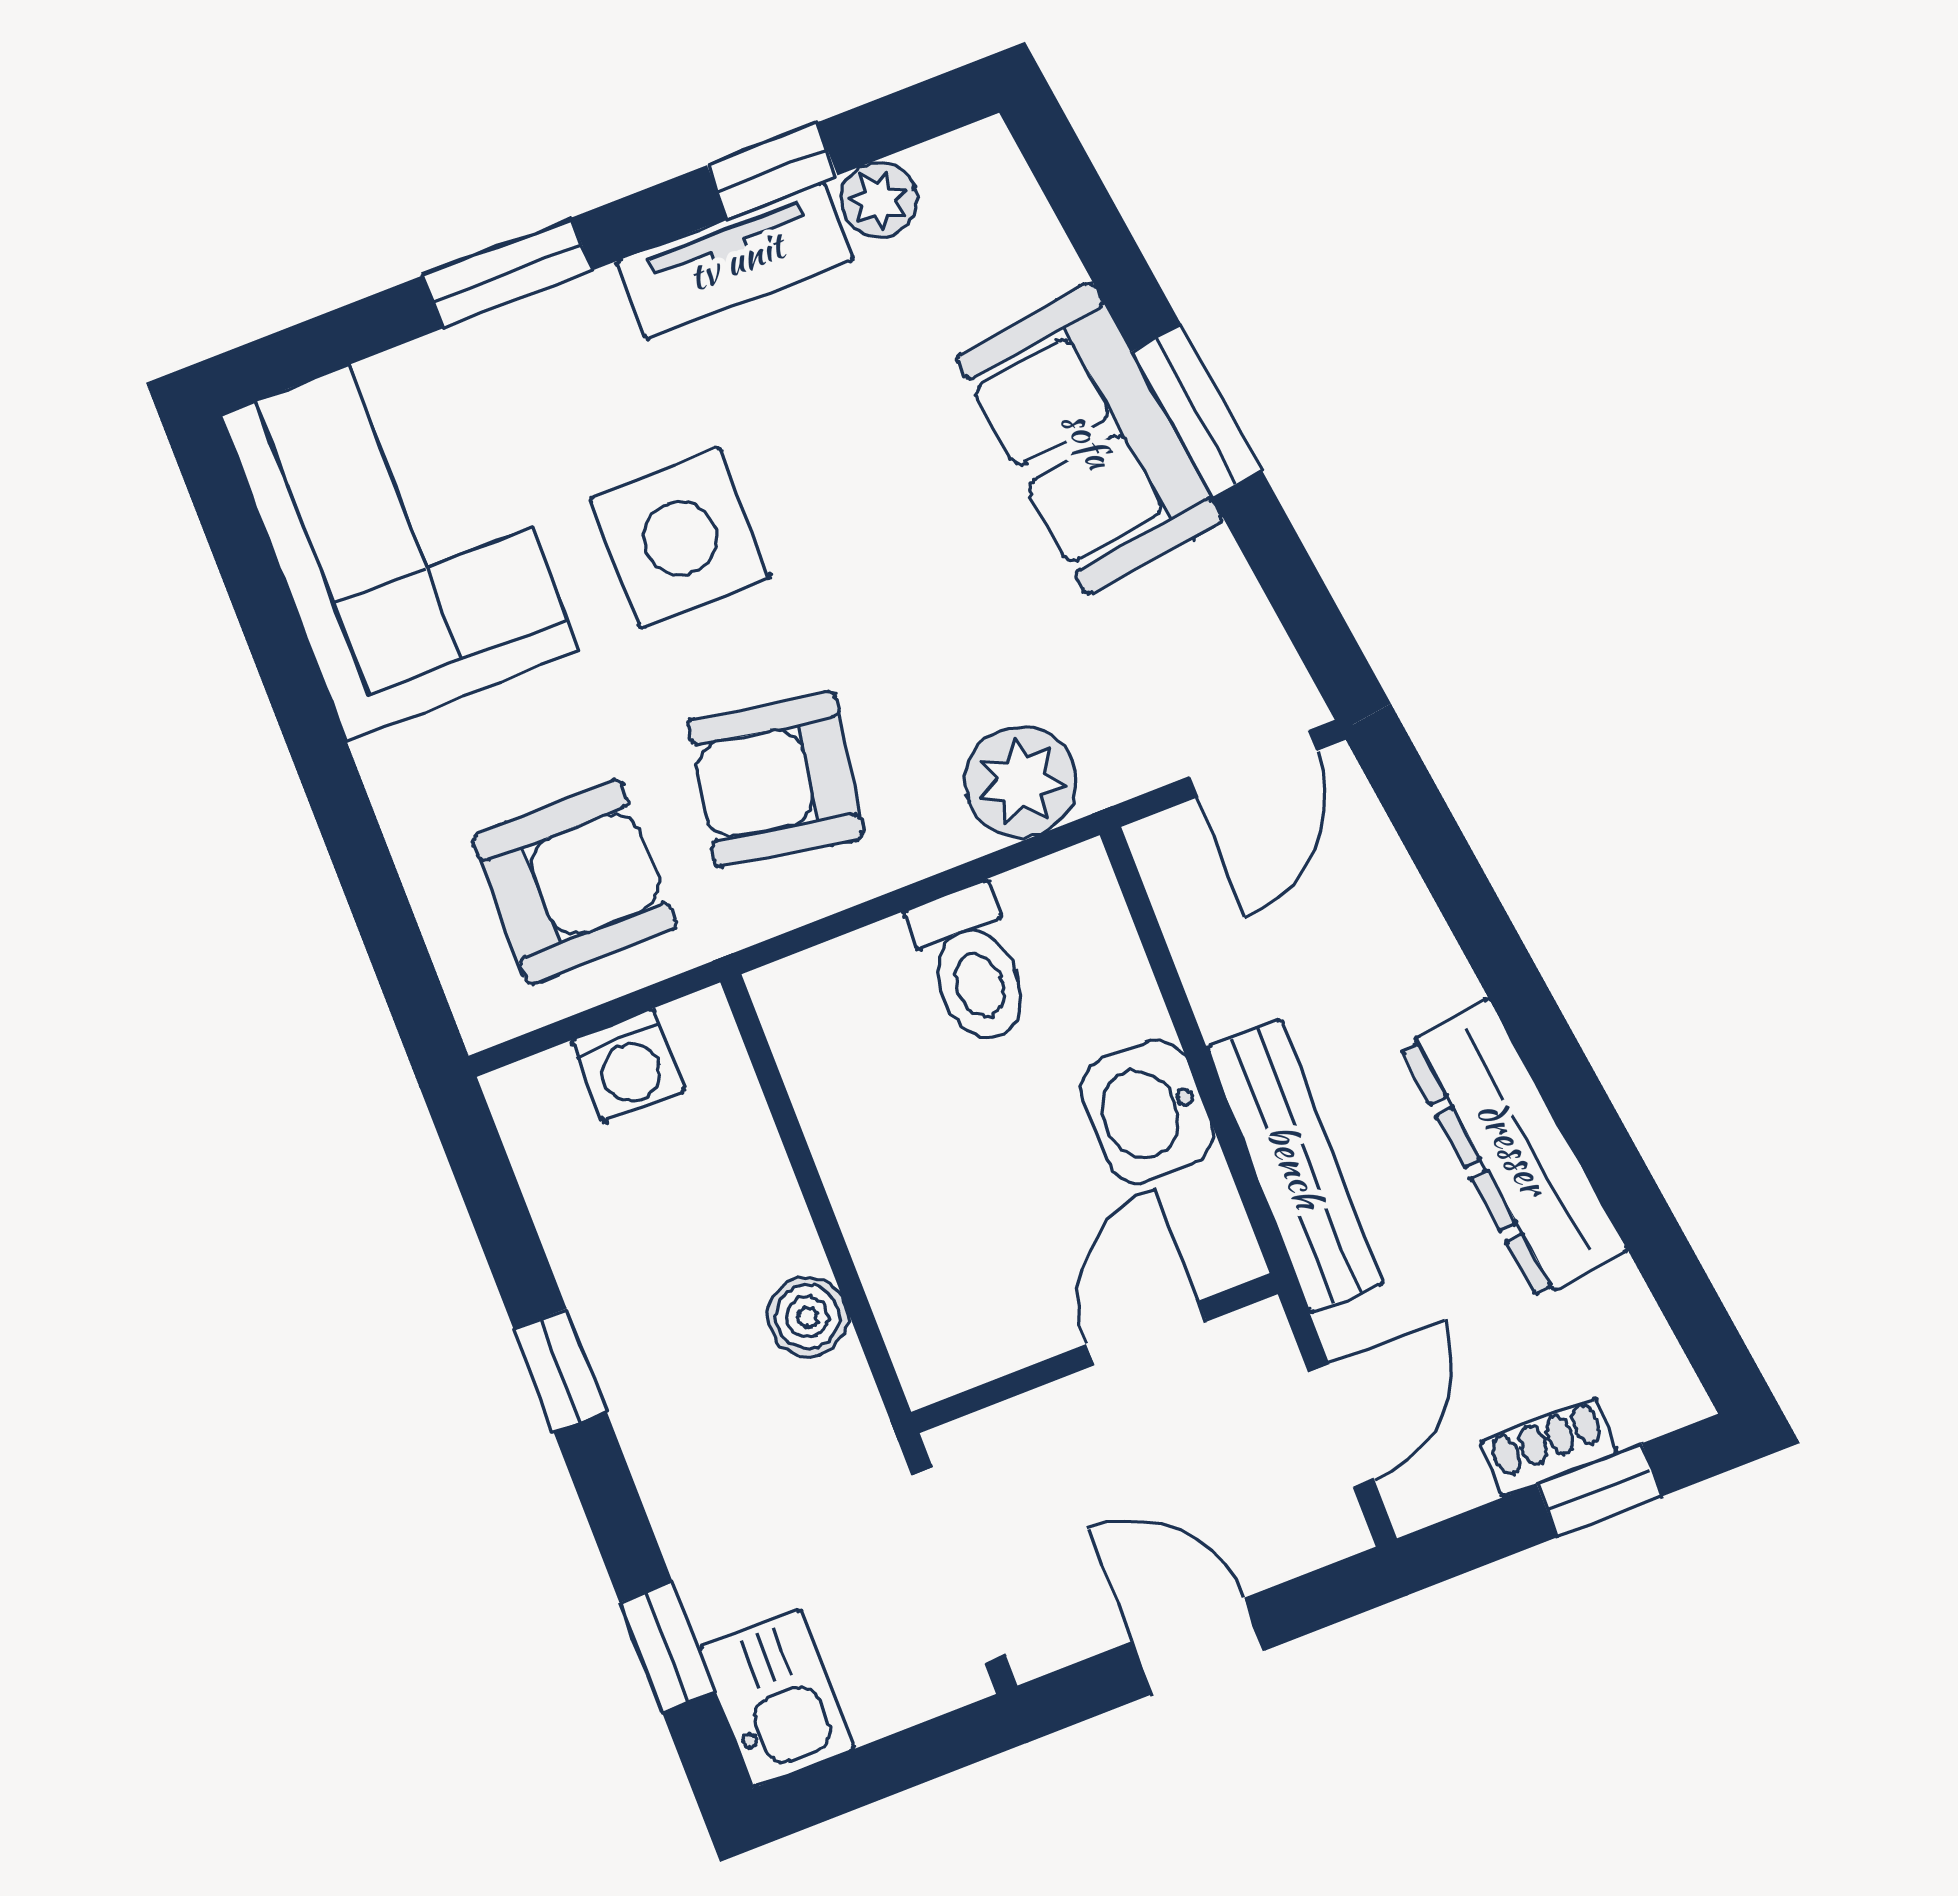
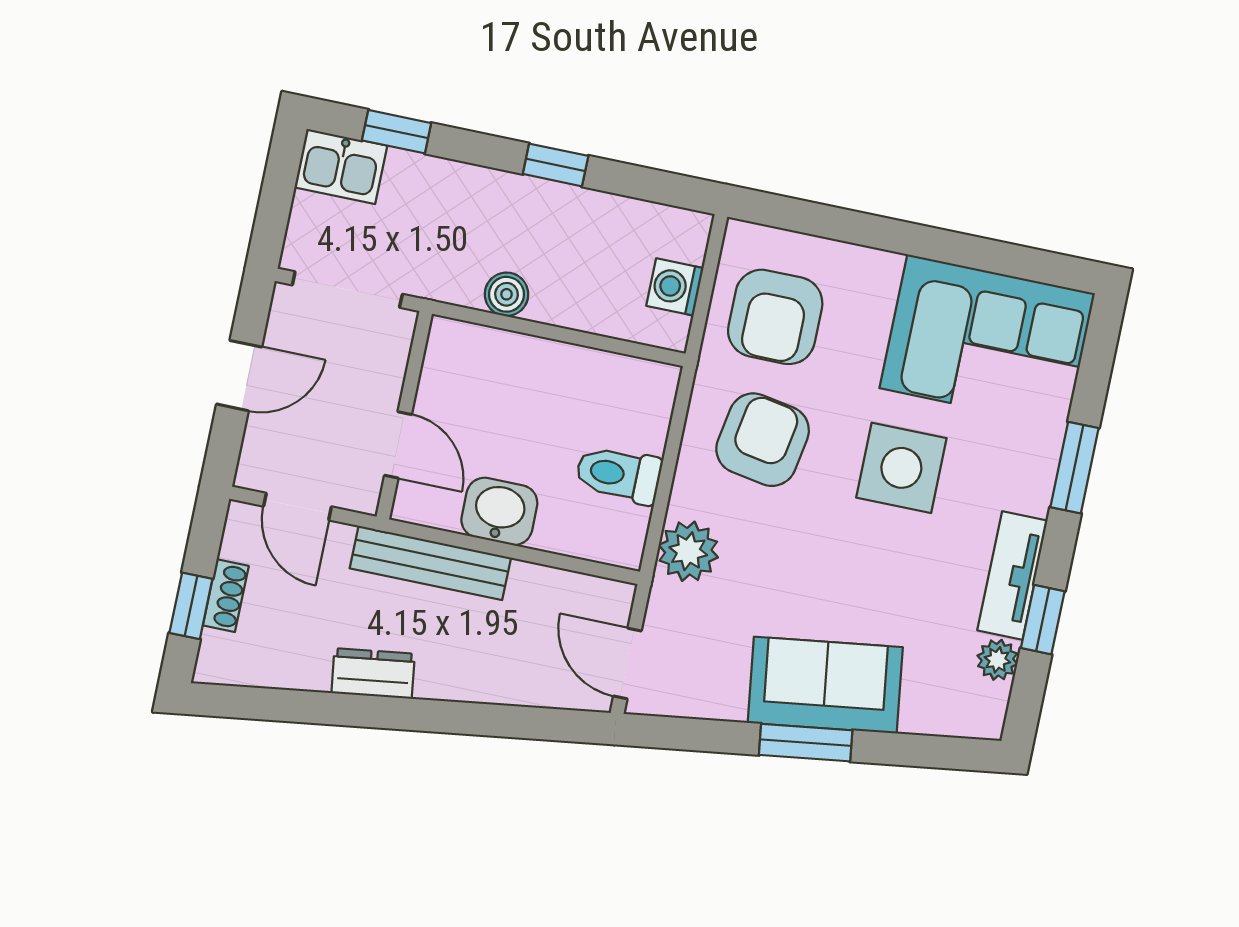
dresser: (1513, 1148) -> (373, 673), width x0.51, depth x0.80

